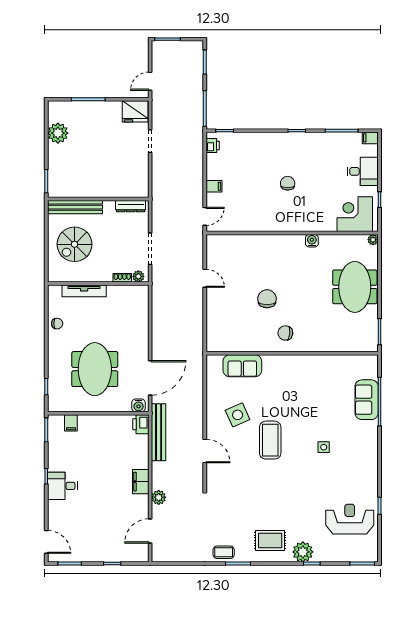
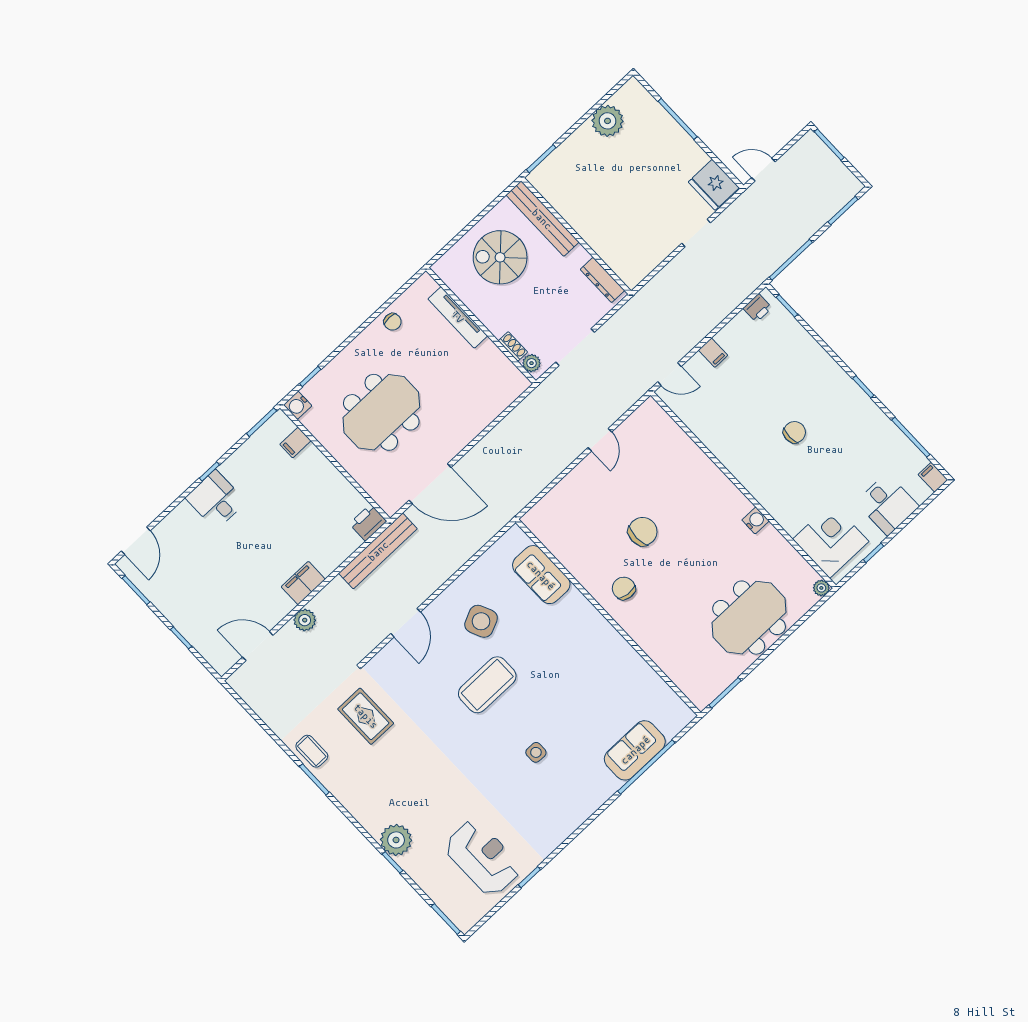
water cooler: (139, 405) -> (298, 405), moved
rug: (270, 541) -> (366, 716), moved

